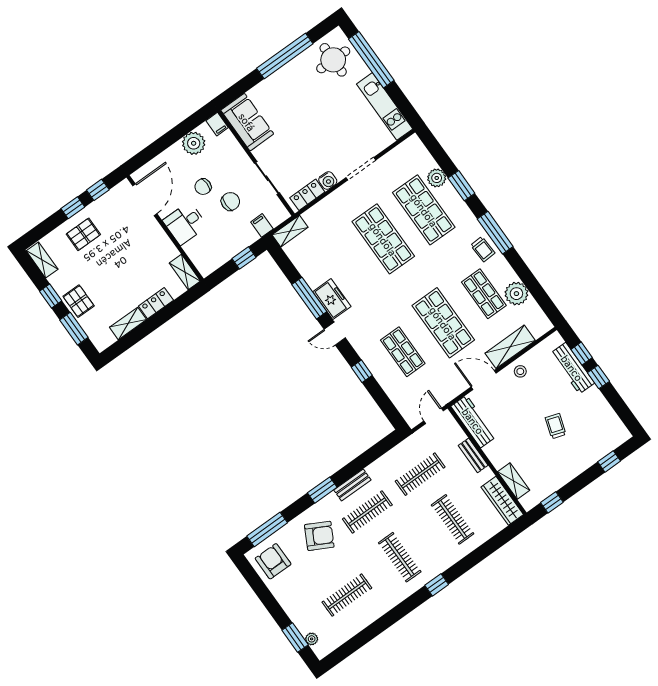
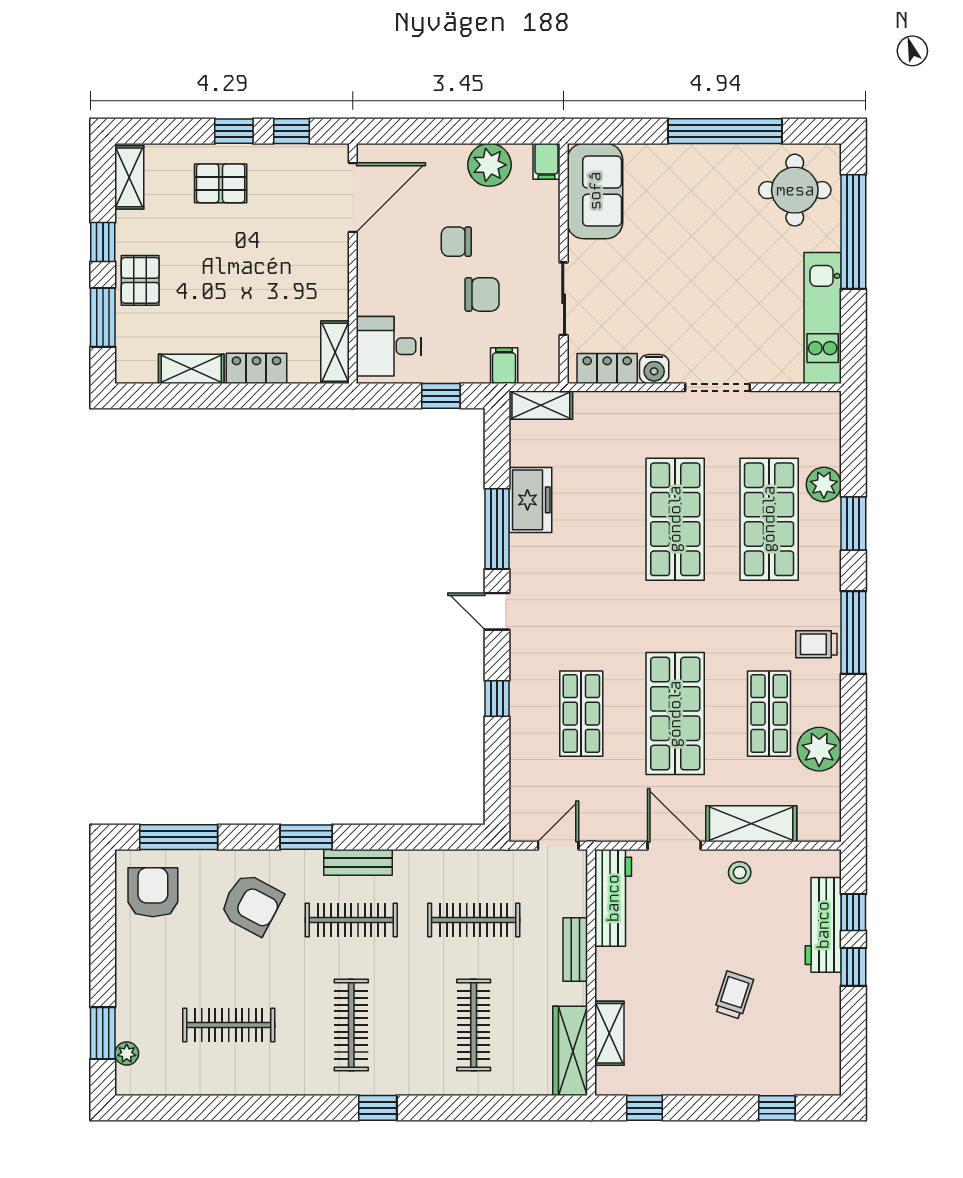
desk: (185, 223) -> (389, 346), moved
trolley: (483, 249) -> (816, 644), turned 93
freezer: (332, 299) -> (530, 500), moved

